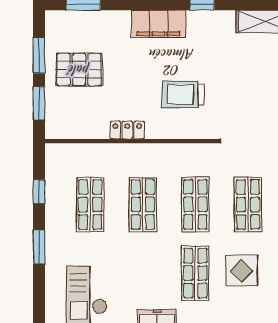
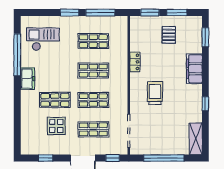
filing cabinet: (158, 24) -> (194, 69), moved
pallet: (79, 70) -> (169, 35), width x0.67, depth x0.71
window: (39, 192) -> (100, 13), width x2.17

